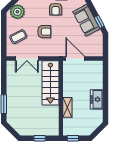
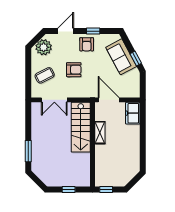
freezer: (97, 99) -> (133, 113), moved
shelving: (67, 107) -> (100, 133), moved

